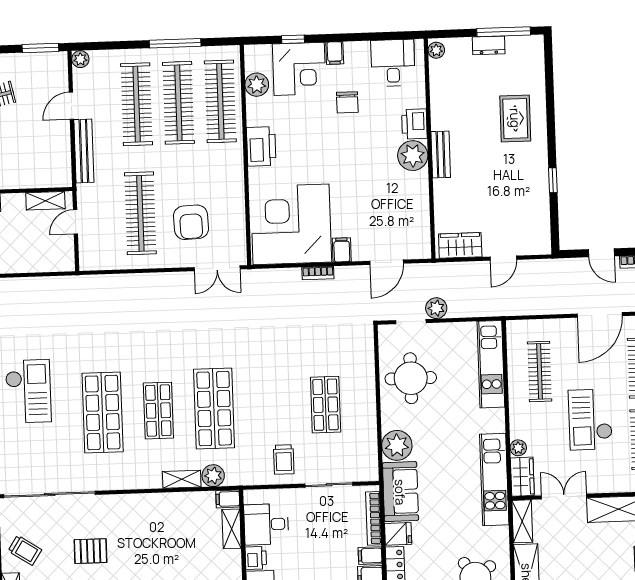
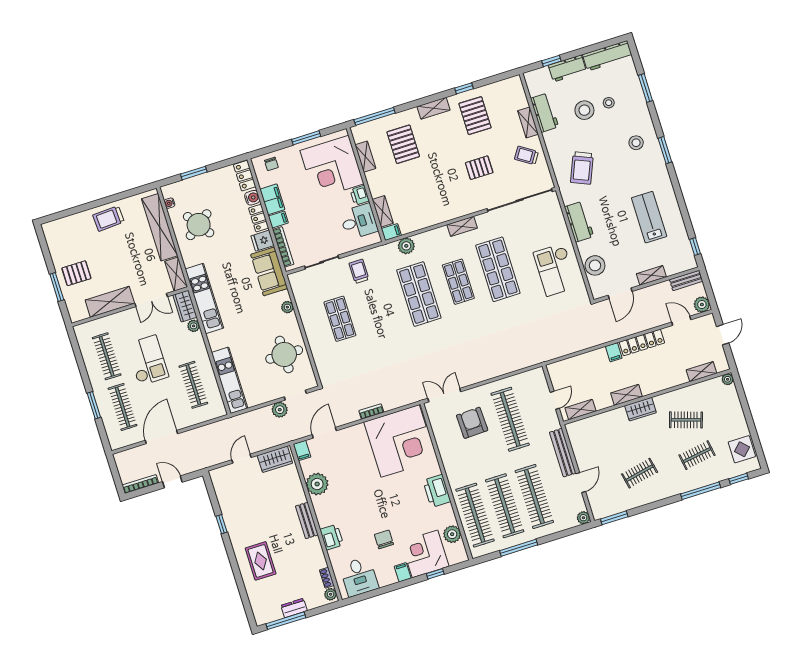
shoe rack: (435, 73) -> (327, 578), added
plant: (413, 156) -> (317, 484), moved
filing cabinet: (342, 250) -> (302, 451), moved
plant: (397, 445) -> (287, 307), width x0.53, depth x0.53
shelving: (182, 479) -> (462, 226), moved

